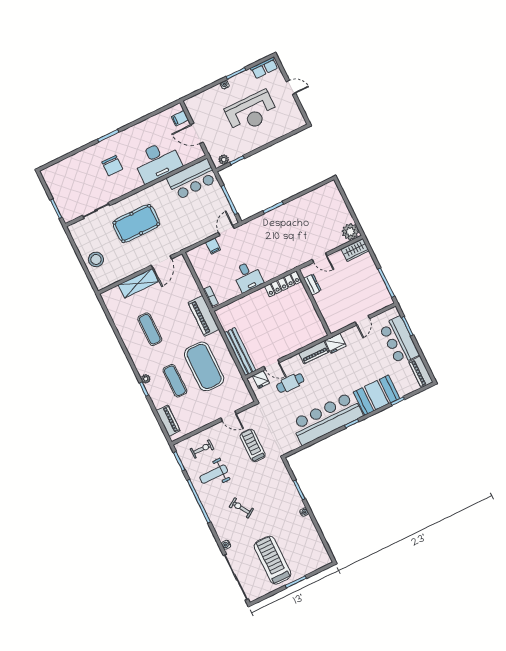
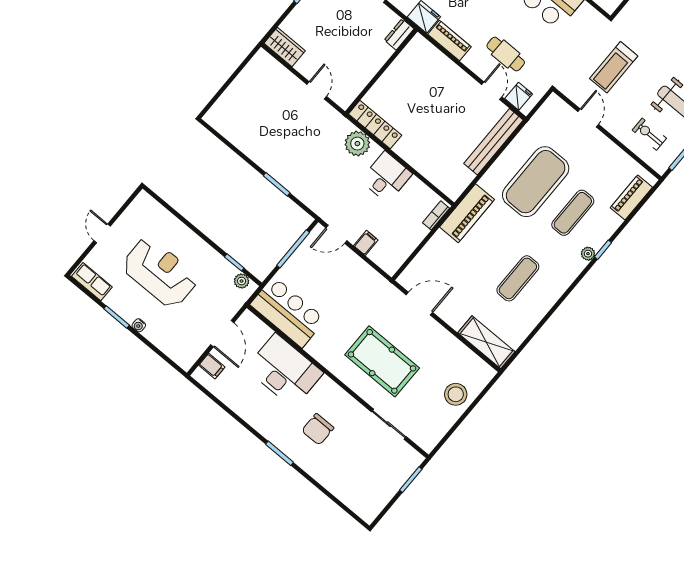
chair: (112, 166) -> (318, 429), turned 180
plant: (350, 232) -> (357, 144), moved
shelving: (138, 283) -> (486, 342), moved
dresser: (312, 284) -> (399, 34), moved

